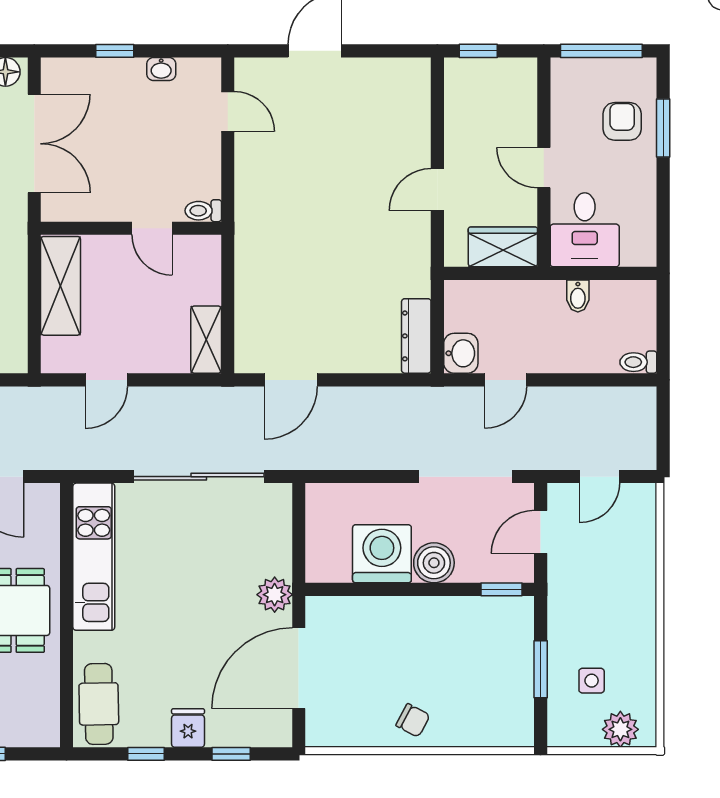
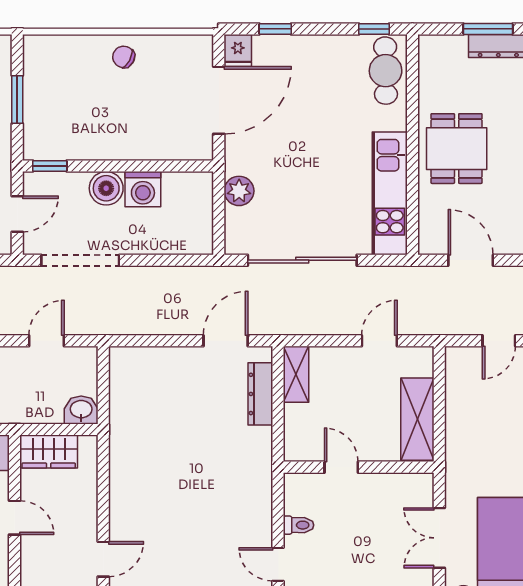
double door: (34, 144) -> (439, 538), width x0.73
door: (437, 190) -> (103, 559), moved
toilet: (203, 211) -> (298, 525), moved
dresser: (416, 336) -> (260, 394), moved, turned 180
washbasin: (461, 353) -> (81, 410), moved, turned 90
washing machine: (382, 554) -> (143, 189), width x0.73, depth x0.73
plant: (275, 595) -> (239, 191), moved
fridge: (188, 728) -> (238, 51), moved
window: (146, 754) -> (374, 29), moved

